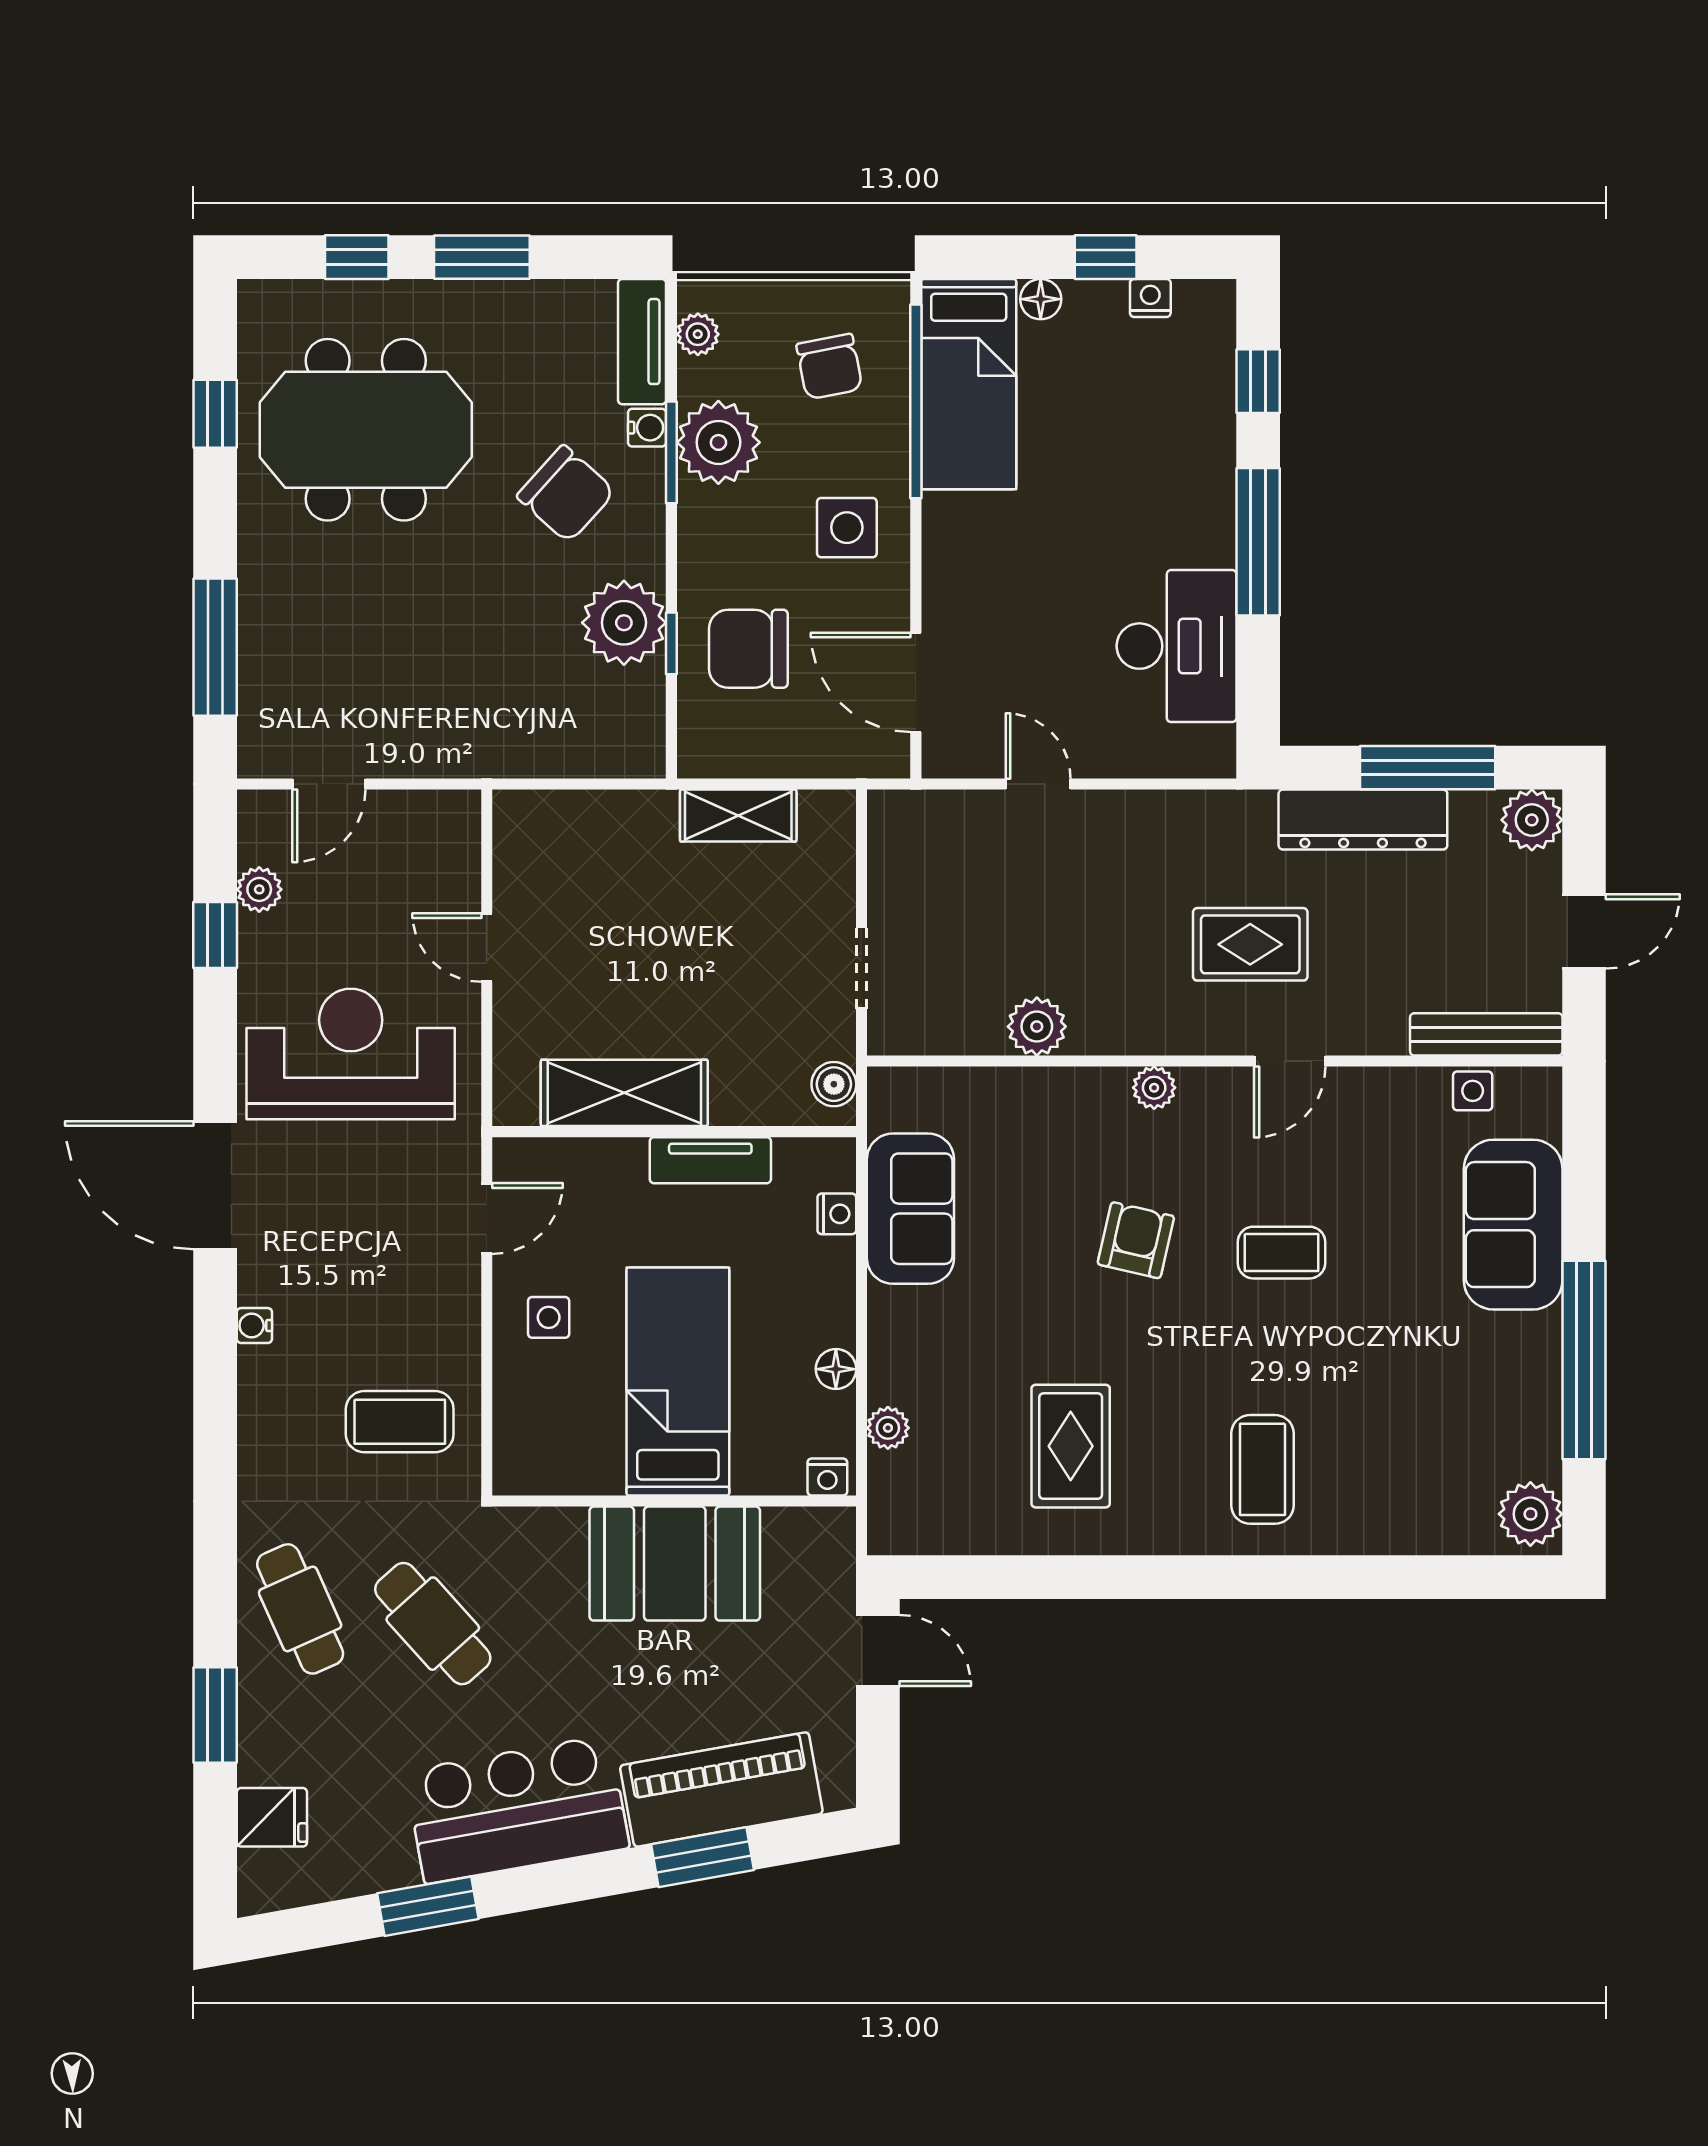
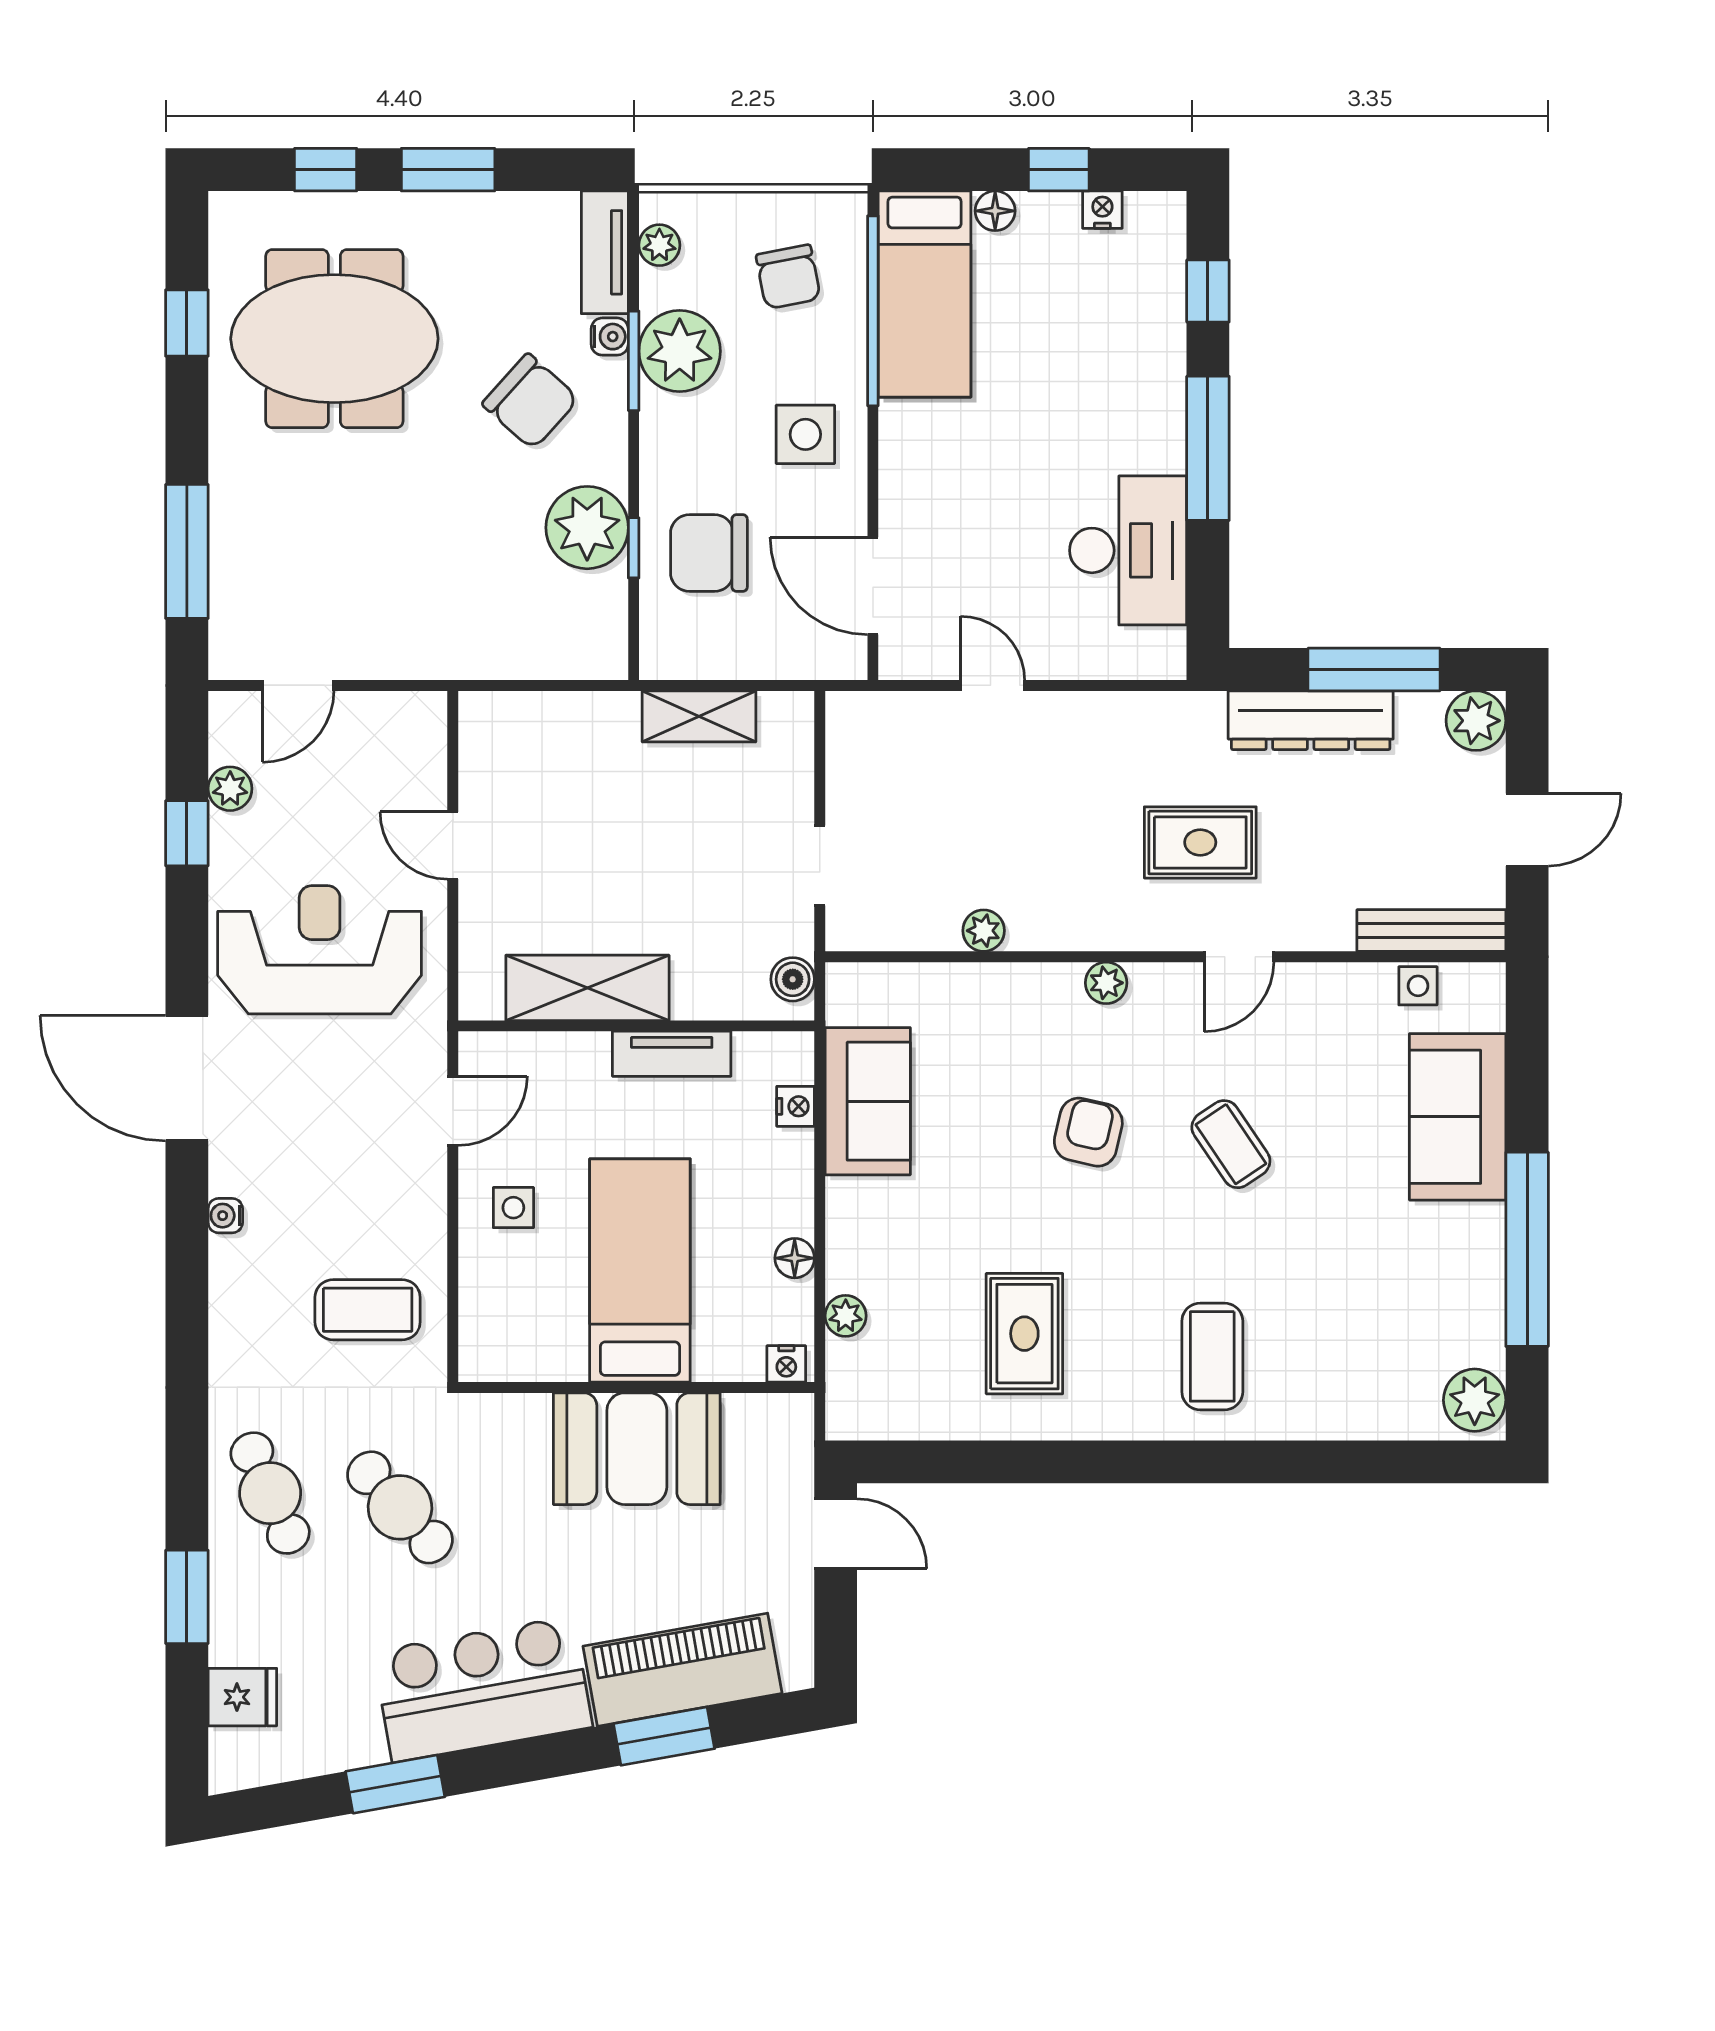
plant: (1037, 1027) -> (984, 931), width x0.73, depth x0.73
coffee table: (1281, 1253) -> (1231, 1144), turned 56

